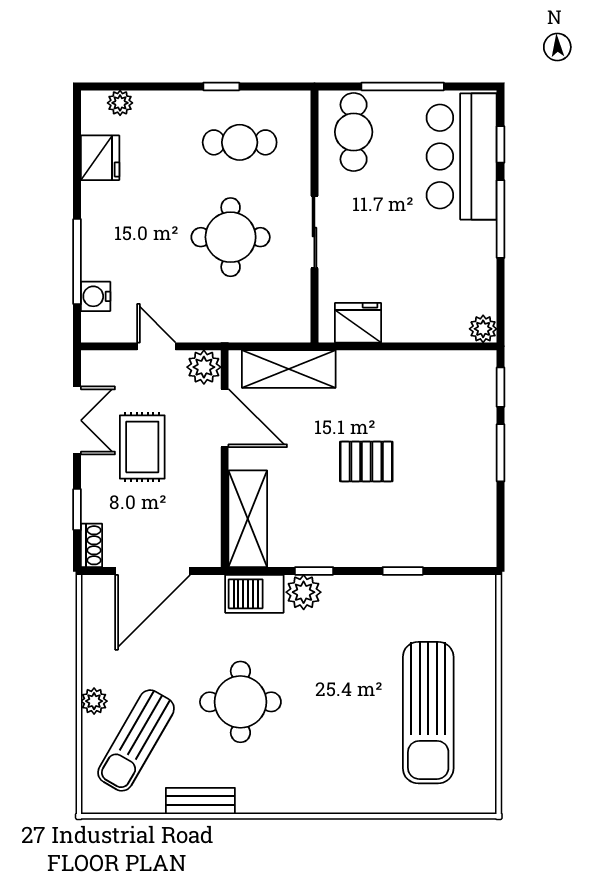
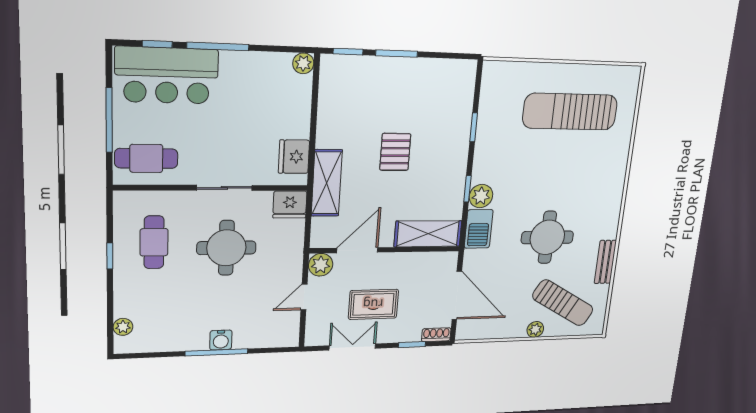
fridge: (100, 158) -> (290, 204), moved, turned 180
window: (77, 262) -> (217, 352), moved
water cooler: (96, 296) -> (221, 340), moved
shelving: (289, 369) -> (327, 183), moved
sun lounger: (428, 713) -> (570, 112), turned 180

